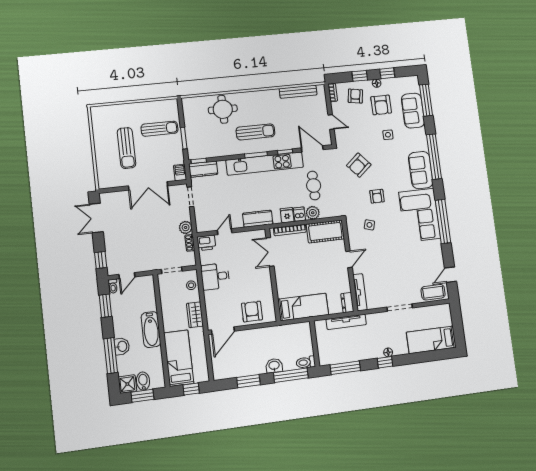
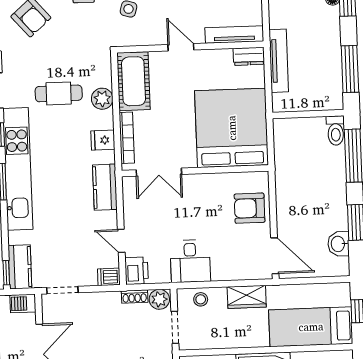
dishwasher: (299, 214) -> (109, 277), moved
plant: (186, 227) -> (159, 299), moved
bed: (303, 307) -> (232, 128), width x2.04
washbasin: (274, 366) -> (338, 244), moved

